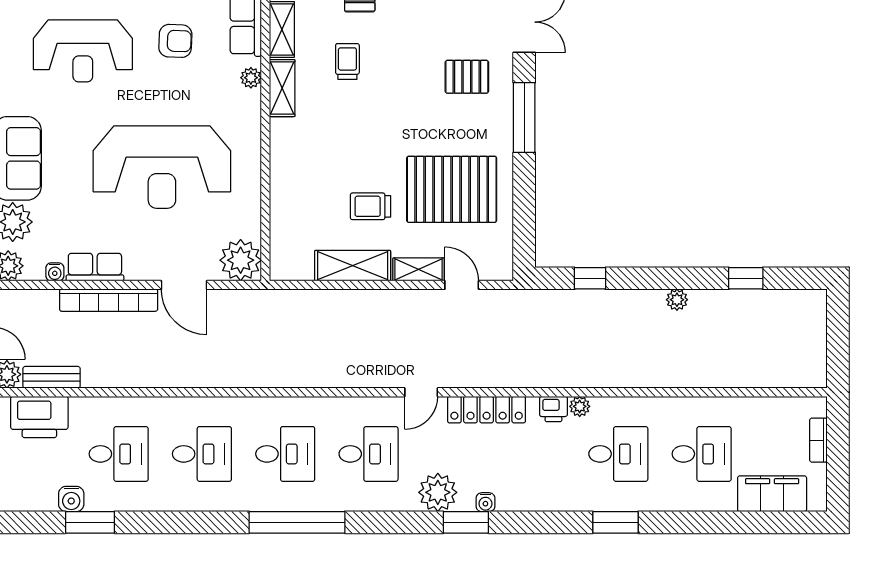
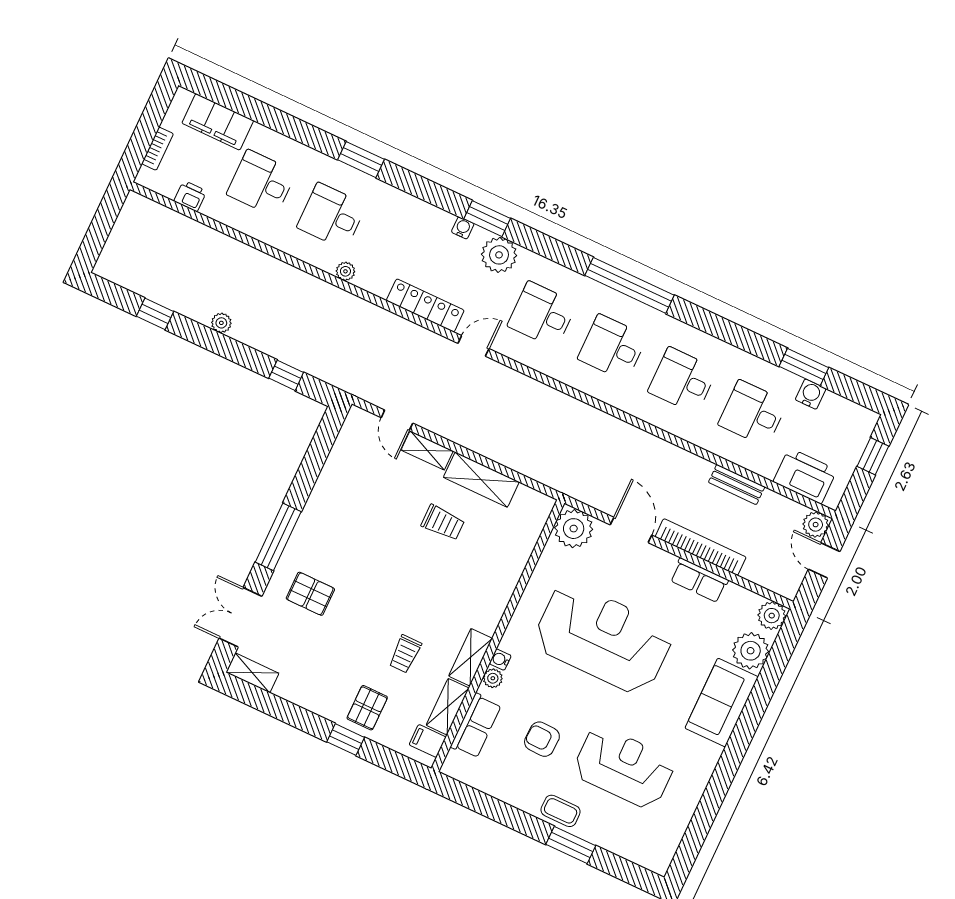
pallet: (452, 189) -> (368, 505), removed
water cooler: (55, 272) -> (500, 660), moved, turned -90
bench: (52, 377) -> (737, 485), moved
printer: (553, 409) -> (190, 196), moved

